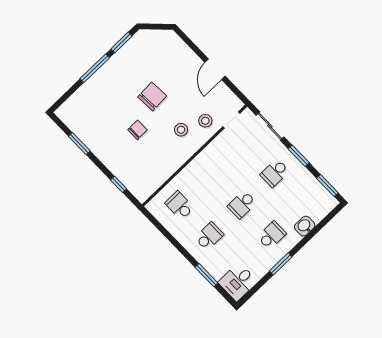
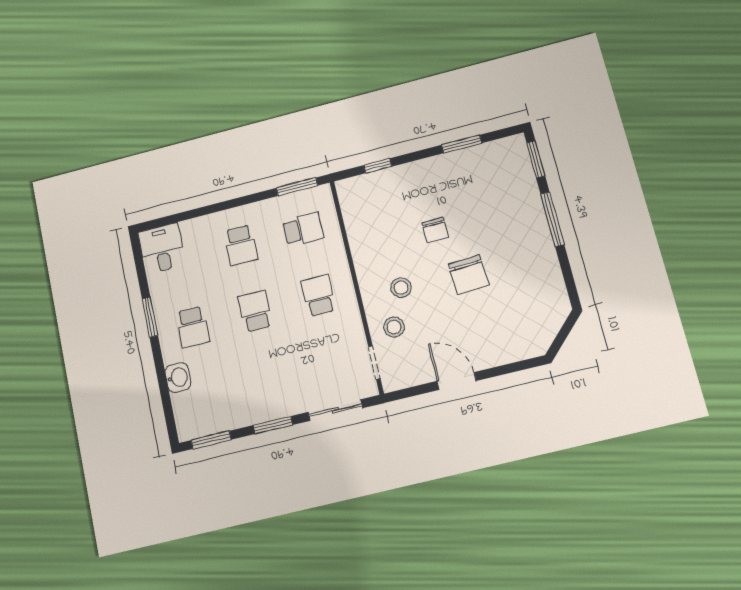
window: (122, 42) -> (536, 159), moved
school desk: (275, 173) -> (318, 295), moved
window: (206, 275) -> (297, 187), moved

